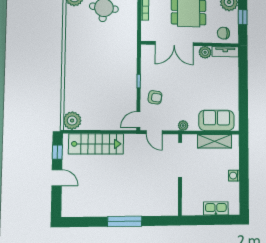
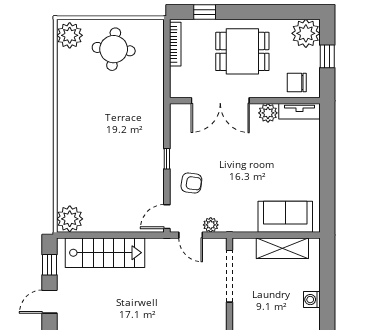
plant: (183, 126) -> (211, 225), moved
door: (57, 178) -> (49, 302), swing flipped

